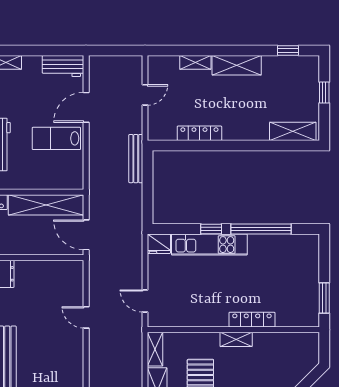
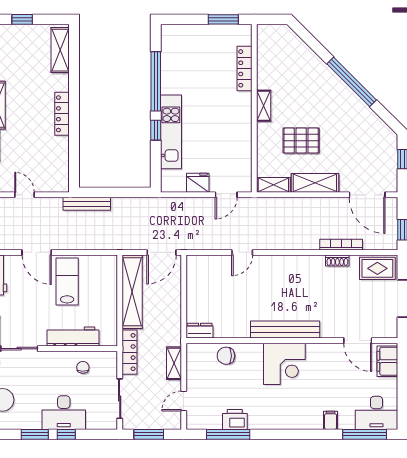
locker: (199, 133) -> (62, 114), moved
lab bench: (56, 138) -> (67, 281), turned 180
fridge: (159, 244) -> (198, 183), moved, turned -90
locker: (252, 320) -> (244, 68), moved

